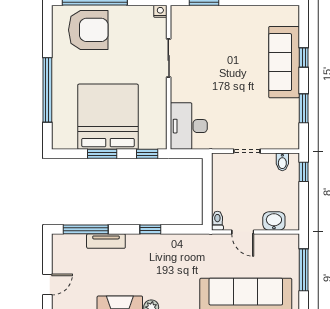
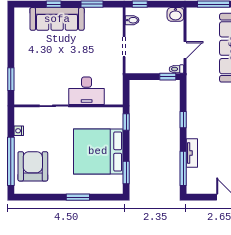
nightstand: (160, 11) -> (19, 131), moved
window: (47, 90) -> (78, 197), width x0.47
desk: (189, 126) -> (87, 91), moved
window: (102, 154) -> (126, 172), moved
window: (207, 209) -> (168, 77), added
washbasin: (274, 221) -> (175, 14), moved, turned -90

